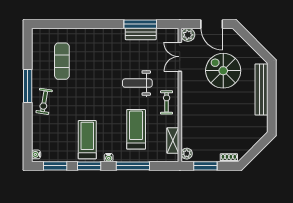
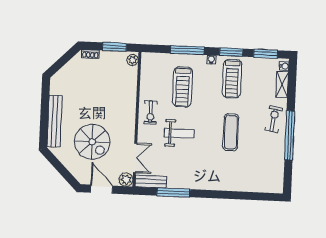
bench: (141, 34) -> (151, 182), moved
exercise mat: (62, 61) -> (231, 132), moved
window: (28, 86) -> (290, 135), width x1.46
shelving: (173, 140) -> (282, 85), moved

